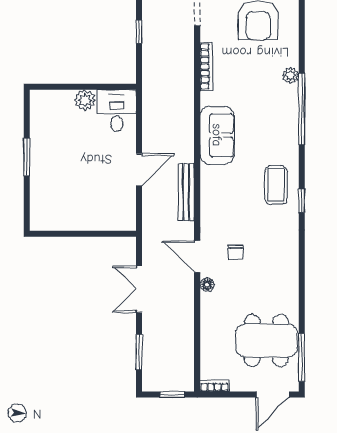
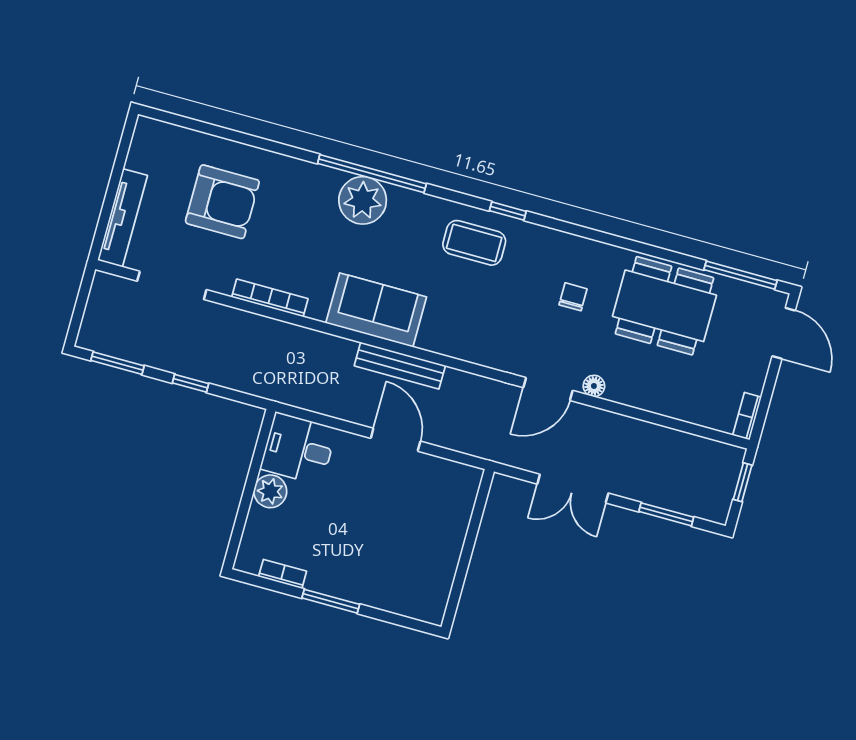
plant: (291, 76) -> (363, 200), moved, width x1.88, depth x1.88
bookcase: (36, 122) -> (283, 574), added
bench: (186, 192) -> (400, 366), moved
chair: (236, 252) -> (573, 297), moved, turned -90
dining table: (266, 341) -> (664, 306), moved, turned 90

